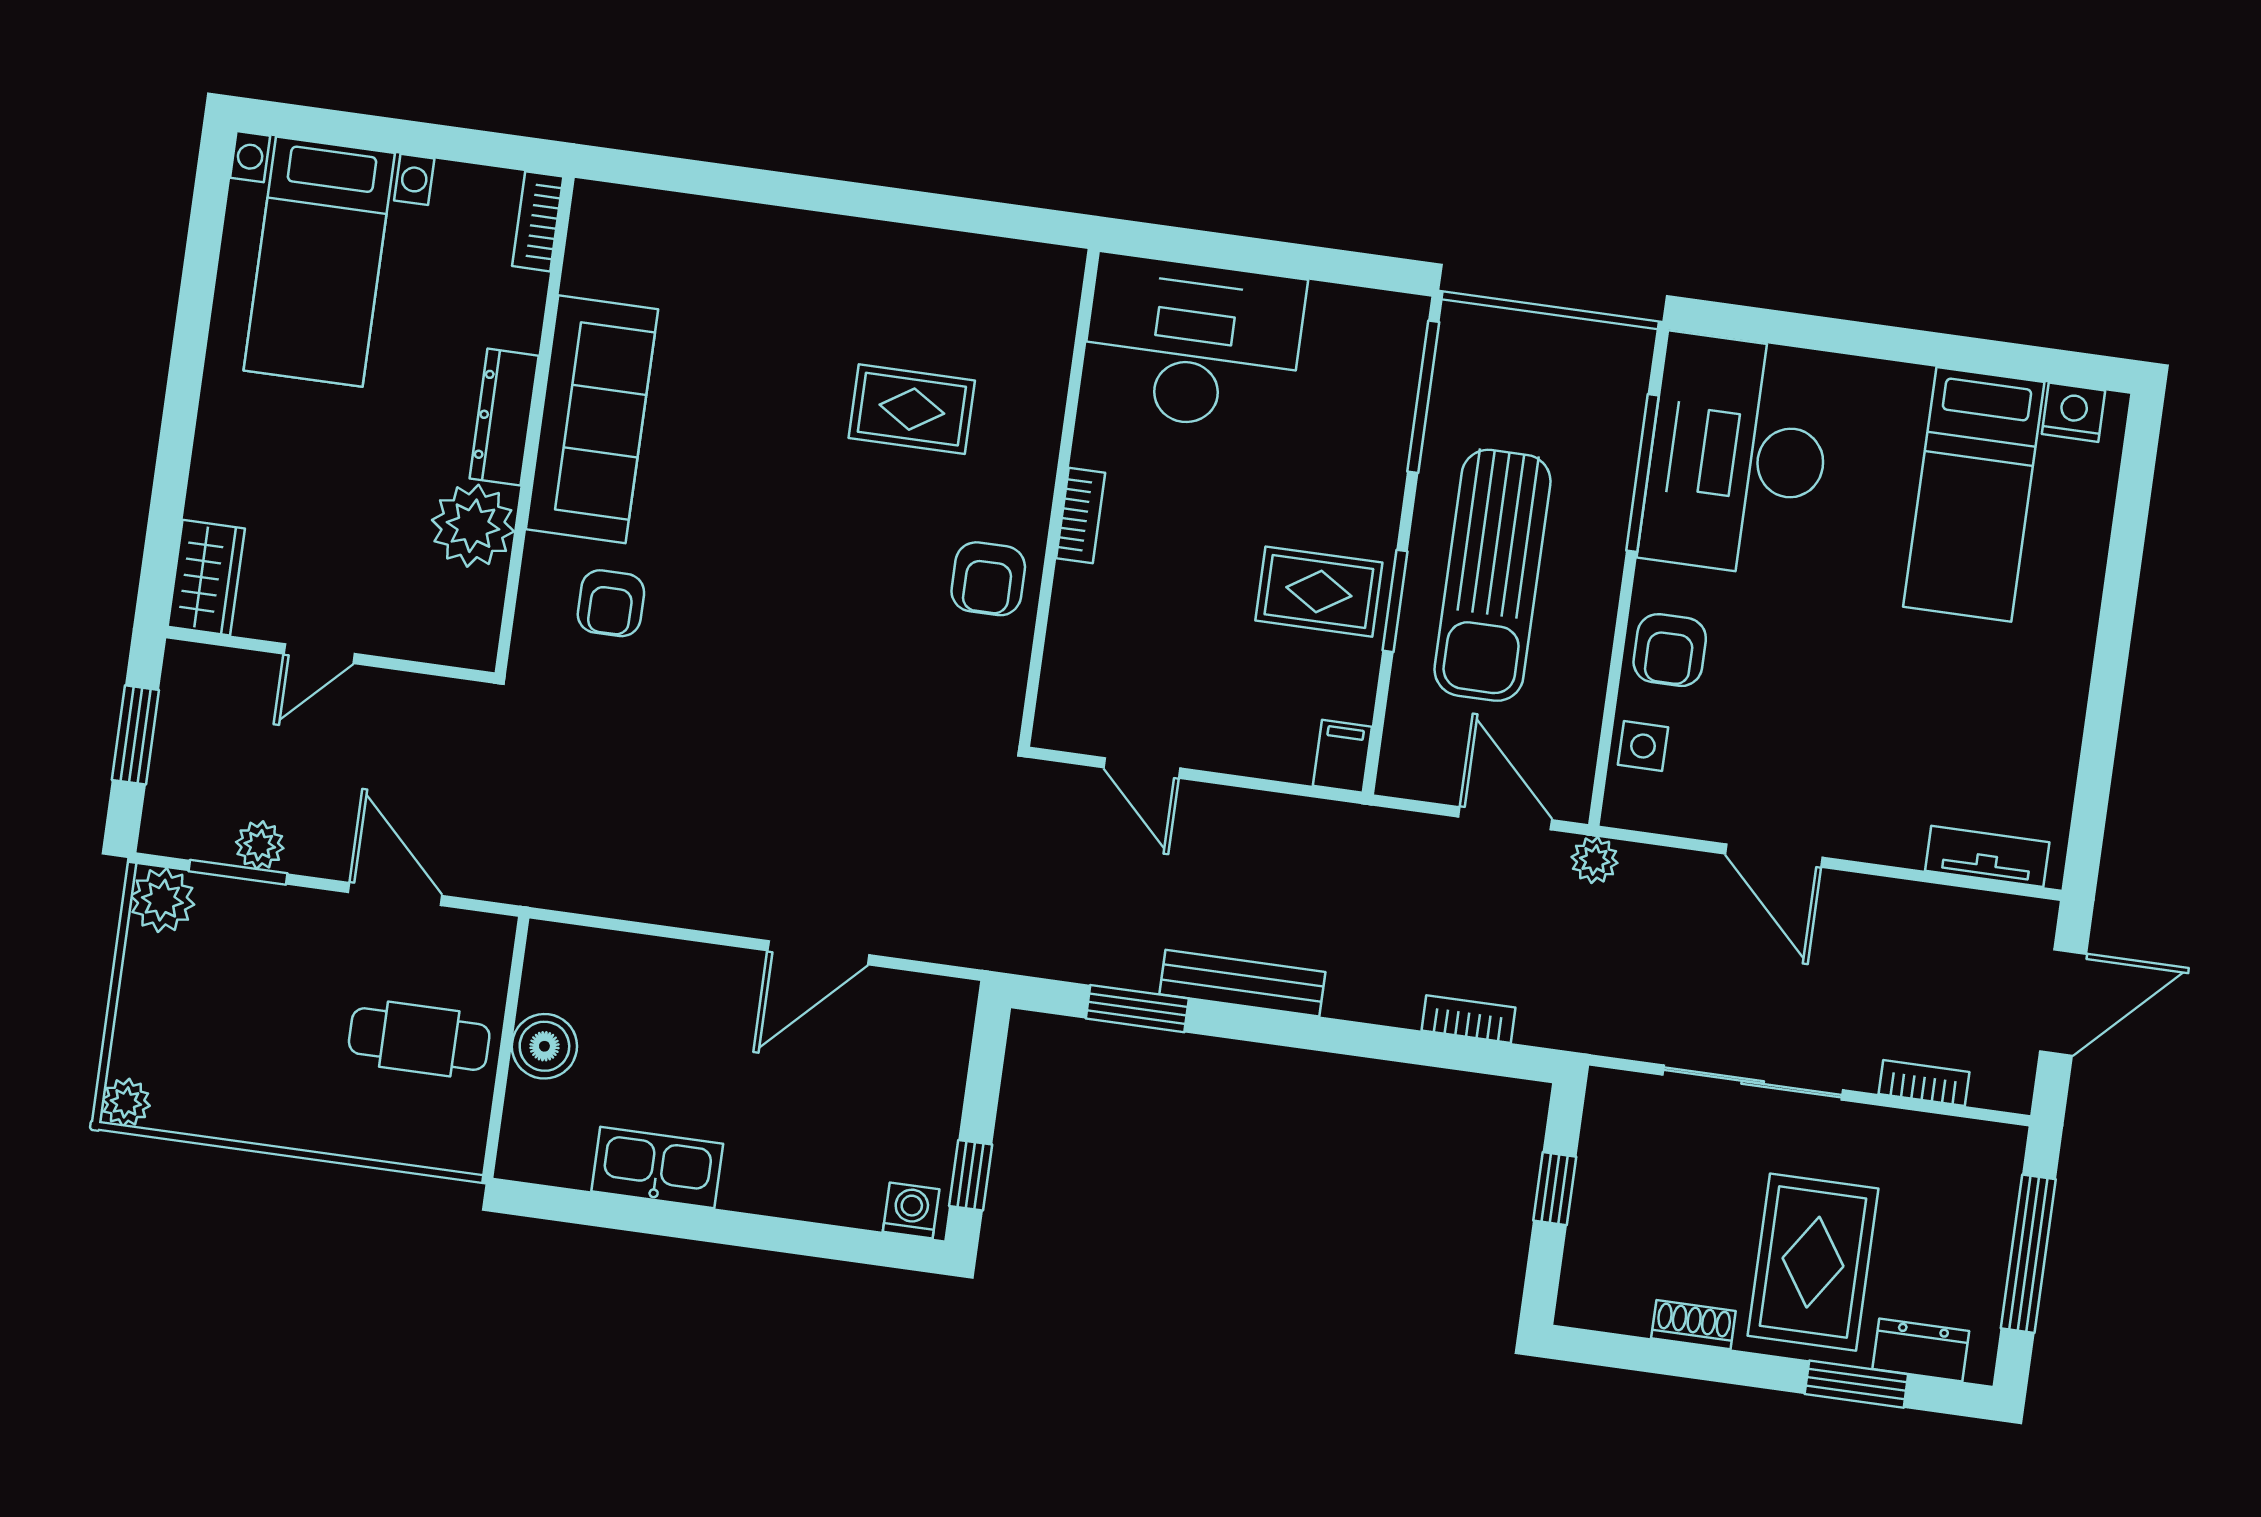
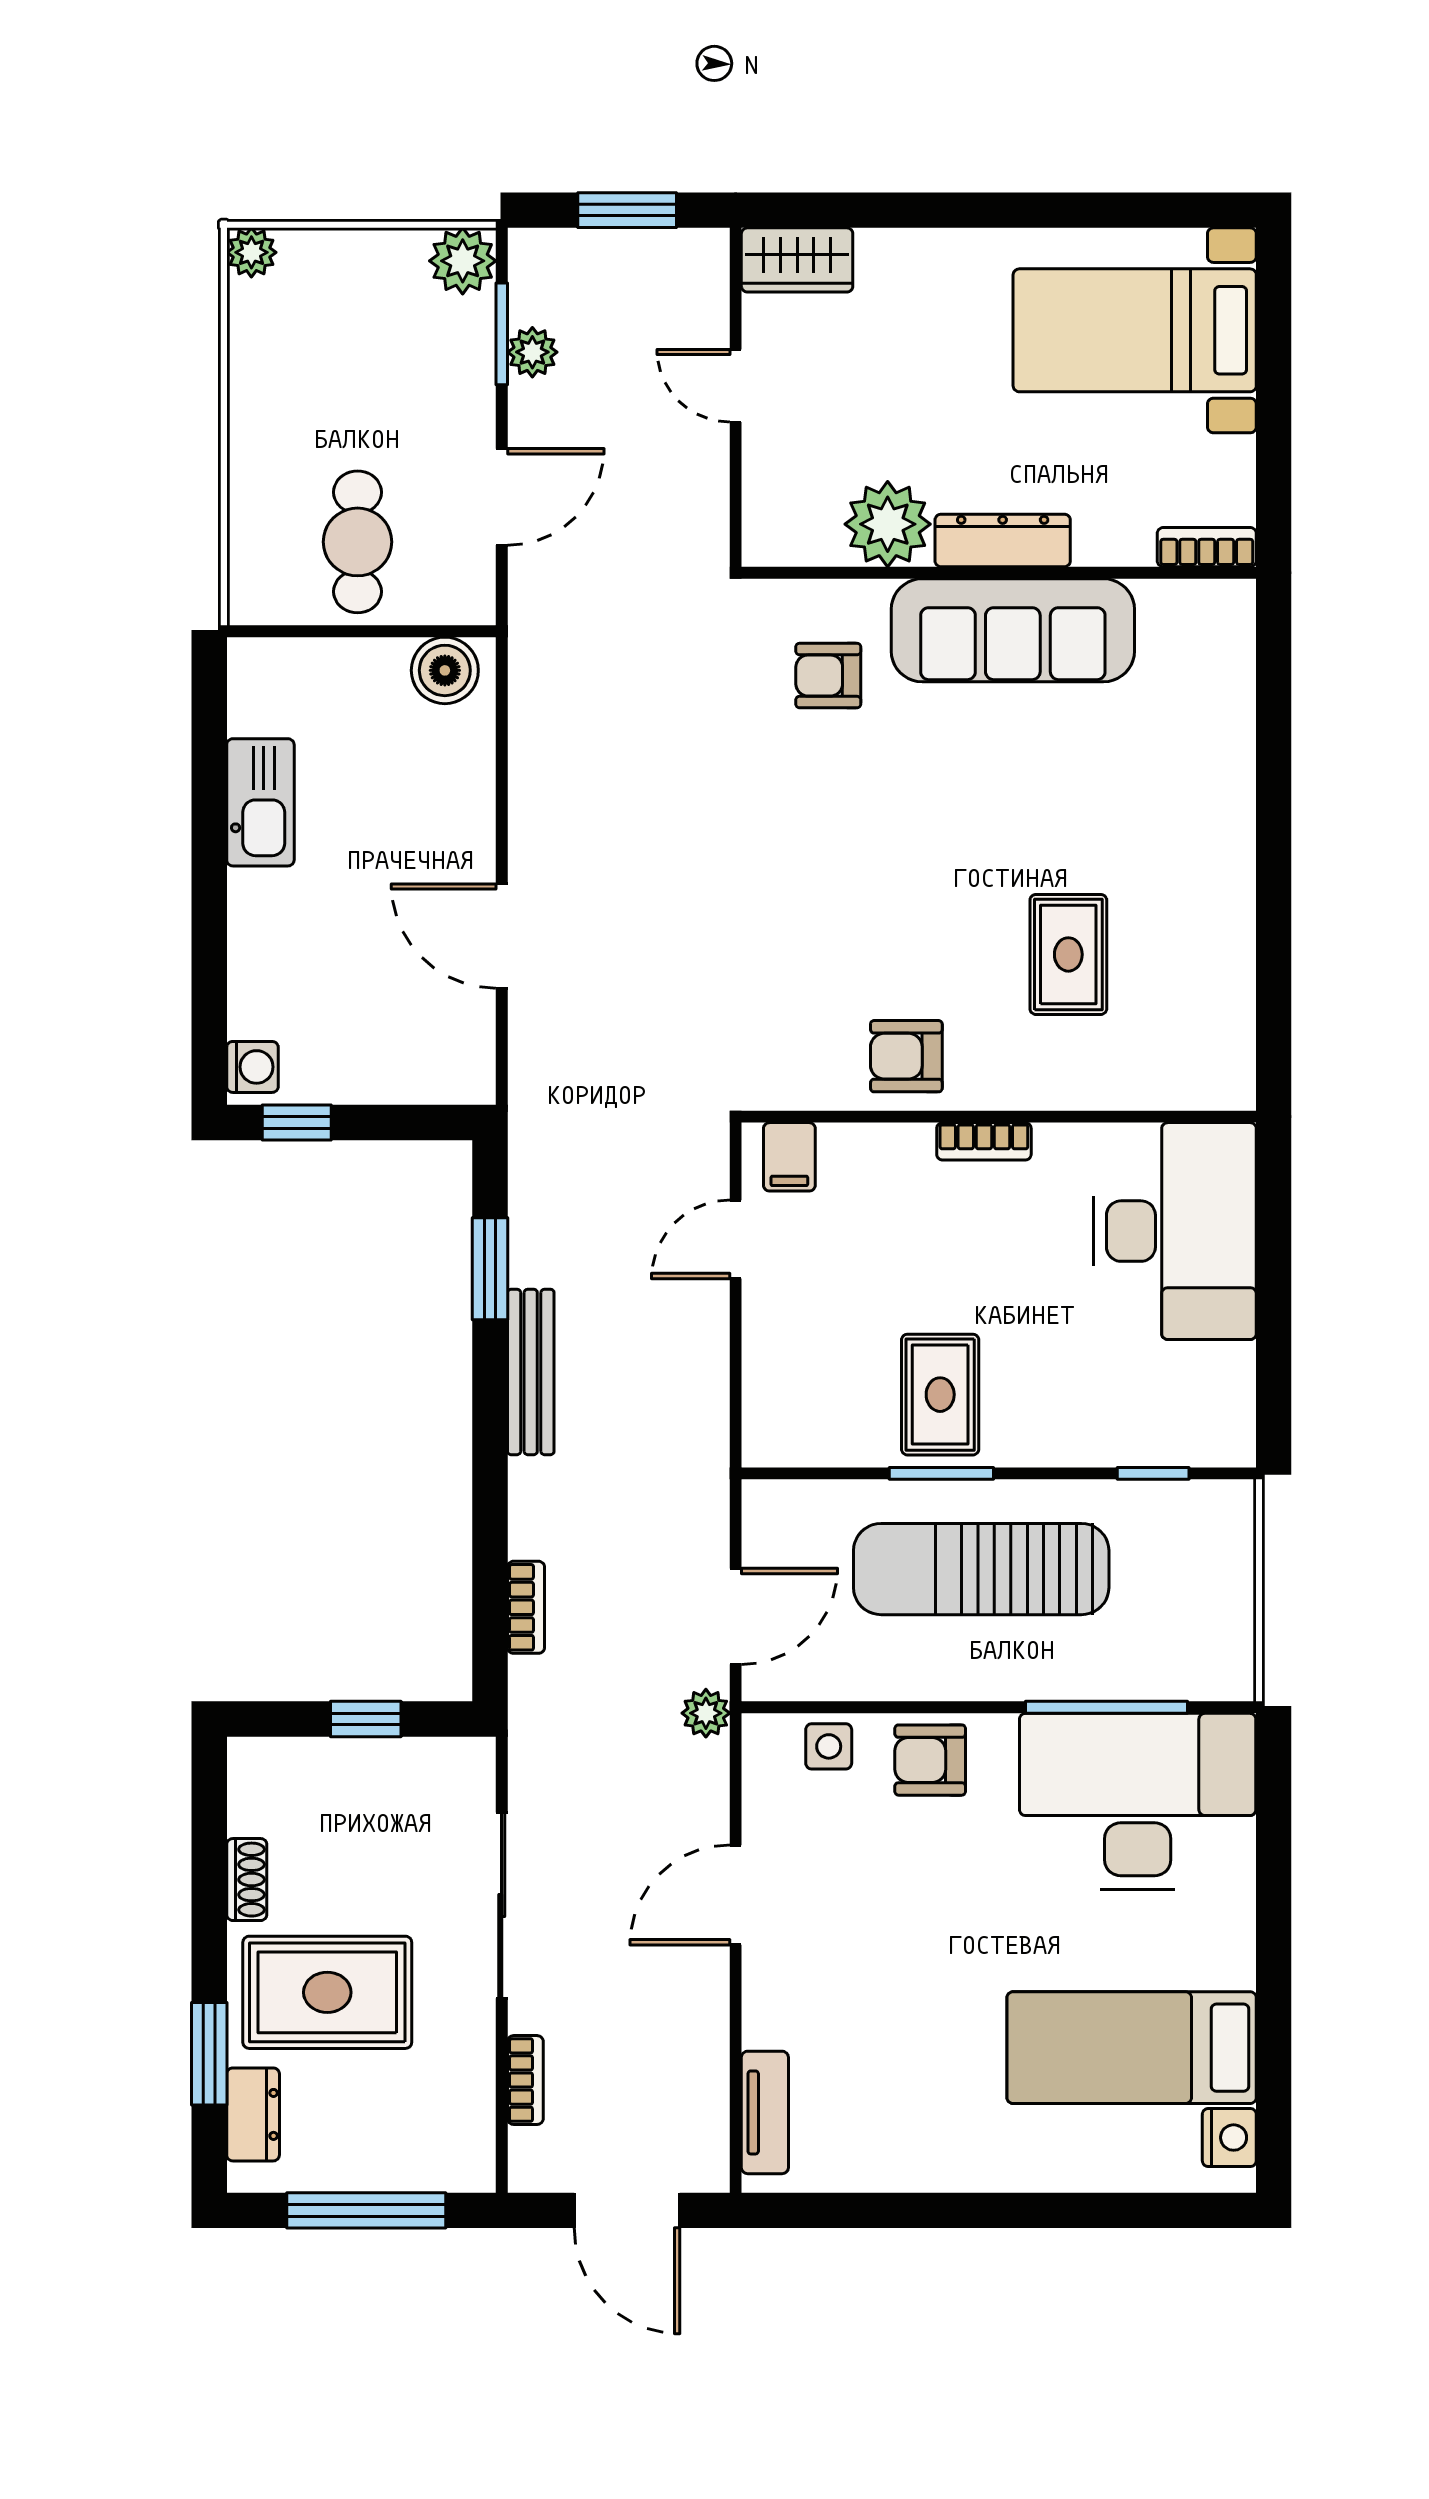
window: (1423, 397) -> (1153, 1473), width x0.46
filing cabinet: (1342, 756) -> (789, 1157), moved, turned 90
boiler: (544, 1046) -> (445, 670), moved

